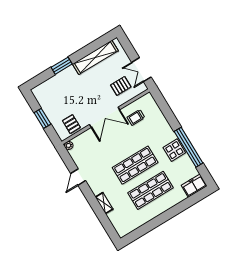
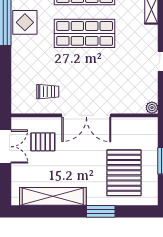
double door: (105, 117) -> (86, 115), swing flipped
pallet: (71, 124) -> (124, 173), moved, width x2.05, depth x2.00

